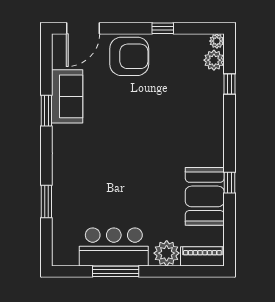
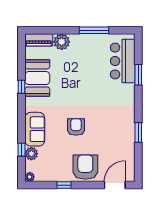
armchair: (129, 56) -> (85, 167), turned 90
plant: (214, 60) -> (31, 154), moved
sofa: (67, 96) -> (35, 129), moved, turned 180
armchair: (144, 119) -> (76, 127), added
bar counter: (114, 247) -> (123, 61), moved, turned 90

